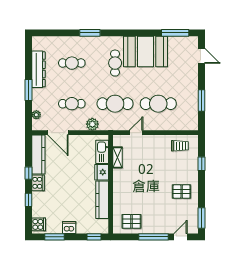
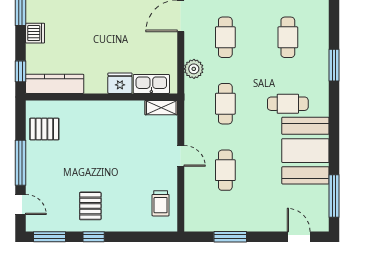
door: (202, 56) -> (299, 237), swing flipped
cafe table: (115, 104) -> (225, 104), width x0.73, depth x0.74
cafe table: (158, 104) -> (225, 170), width x0.73, depth x0.74
door: (136, 133) -> (181, 156), moved
shelving: (118, 157) -> (161, 108), moved
window: (202, 164) -> (94, 237), moved
kitchen counter: (102, 200) -> (55, 84), moved
pallet: (131, 221) -> (44, 129), turned 90

